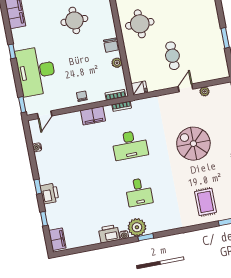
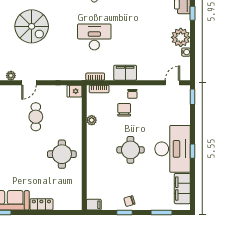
round table: (74, 20) -> (130, 150), moved
chair: (111, 45) -> (124, 110), moved
desk: (36, 71) -> (173, 149), moved
plant: (45, 161) -> (181, 37), added

